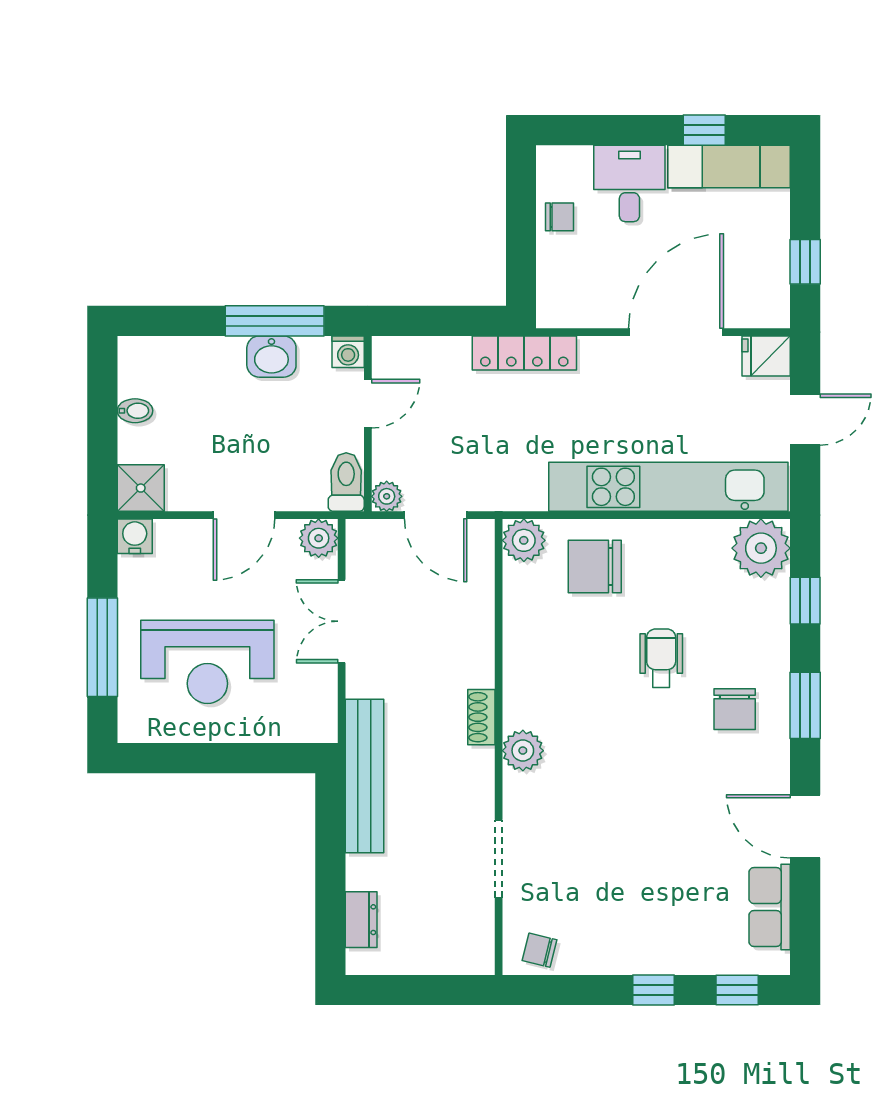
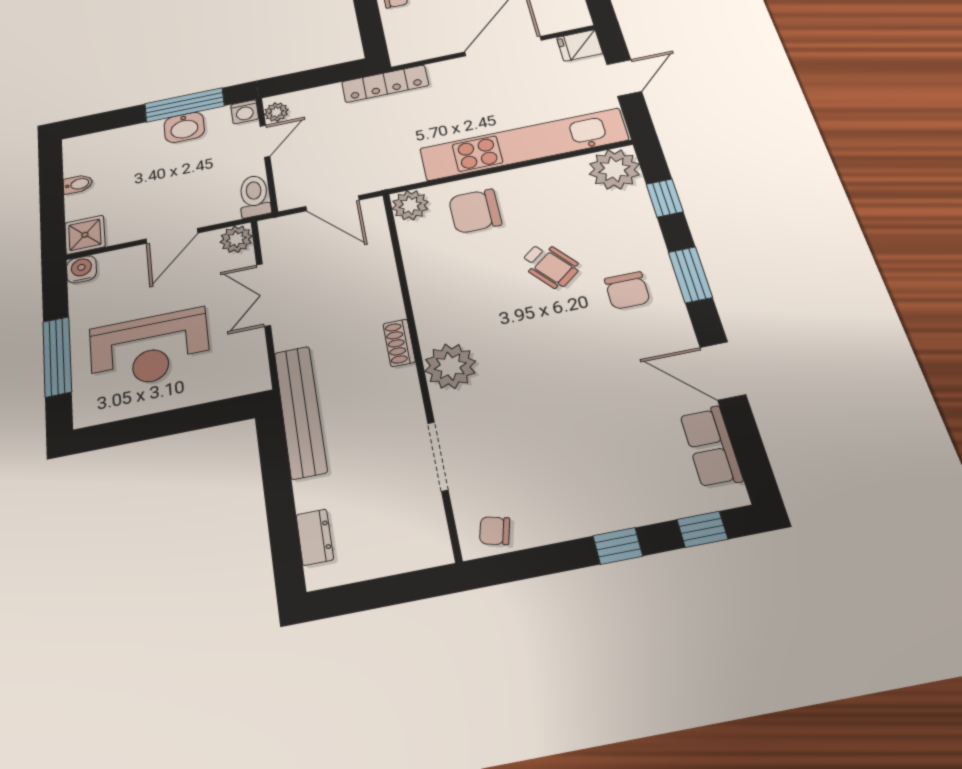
plant: (387, 496) -> (276, 112), moved
wheelchair: (661, 658) -> (550, 265), turned 141
plant: (523, 751) -> (450, 366), width x1.36, depth x1.36

